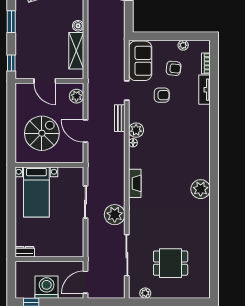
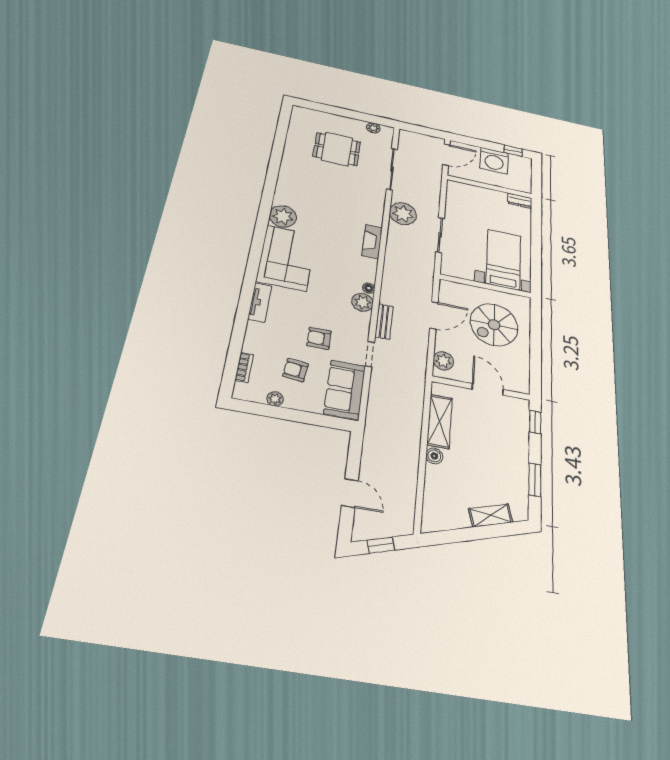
tv unit: (204, 90) -> (260, 303), moved
door: (85, 131) -> (434, 315), hinge flipped
corner sofa: (193, 154) -> (286, 258), added

